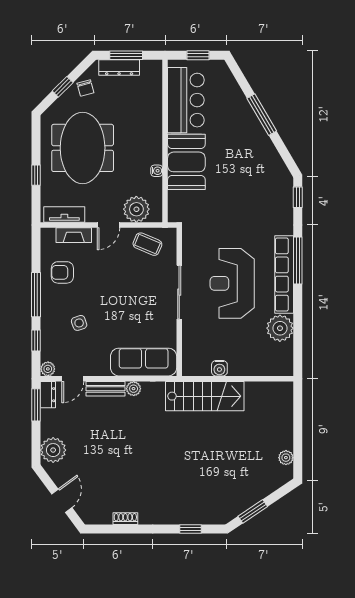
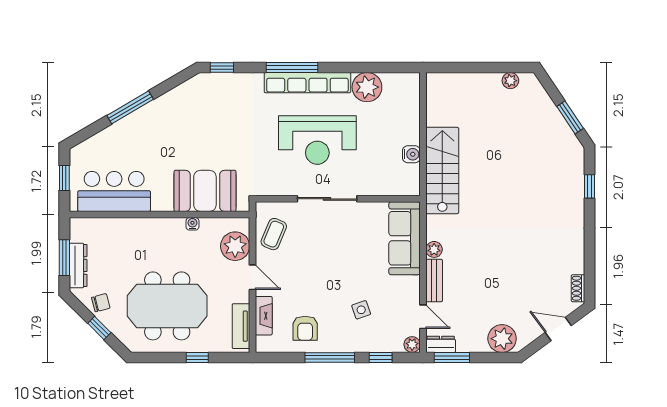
booth: (186, 162) -> (205, 191), moved
shoe rack: (125, 519) -> (578, 288), moved

